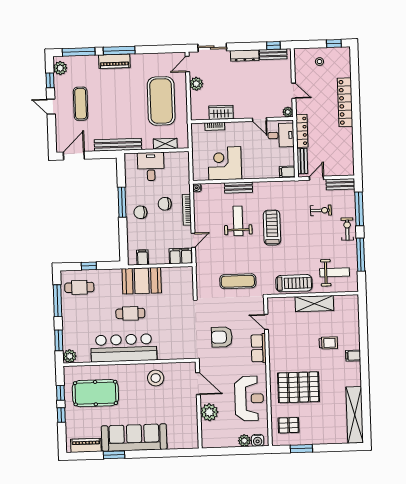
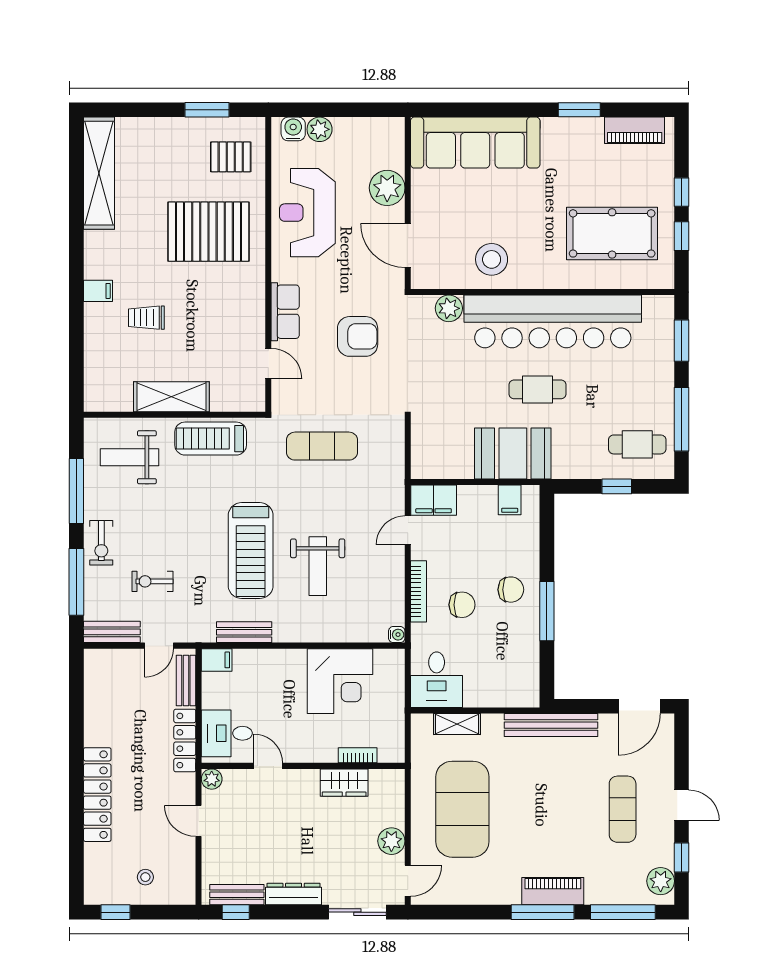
desk: (151, 167) -> (437, 680), moved
bench: (238, 188) -> (244, 632), moved
treadmill: (272, 228) -> (251, 551), width x1.37, depth x1.38
bar counter: (124, 348) -> (553, 321), width x1.36
plant: (70, 356) -> (449, 308), moved
sofa: (134, 438) -> (475, 143), moved

